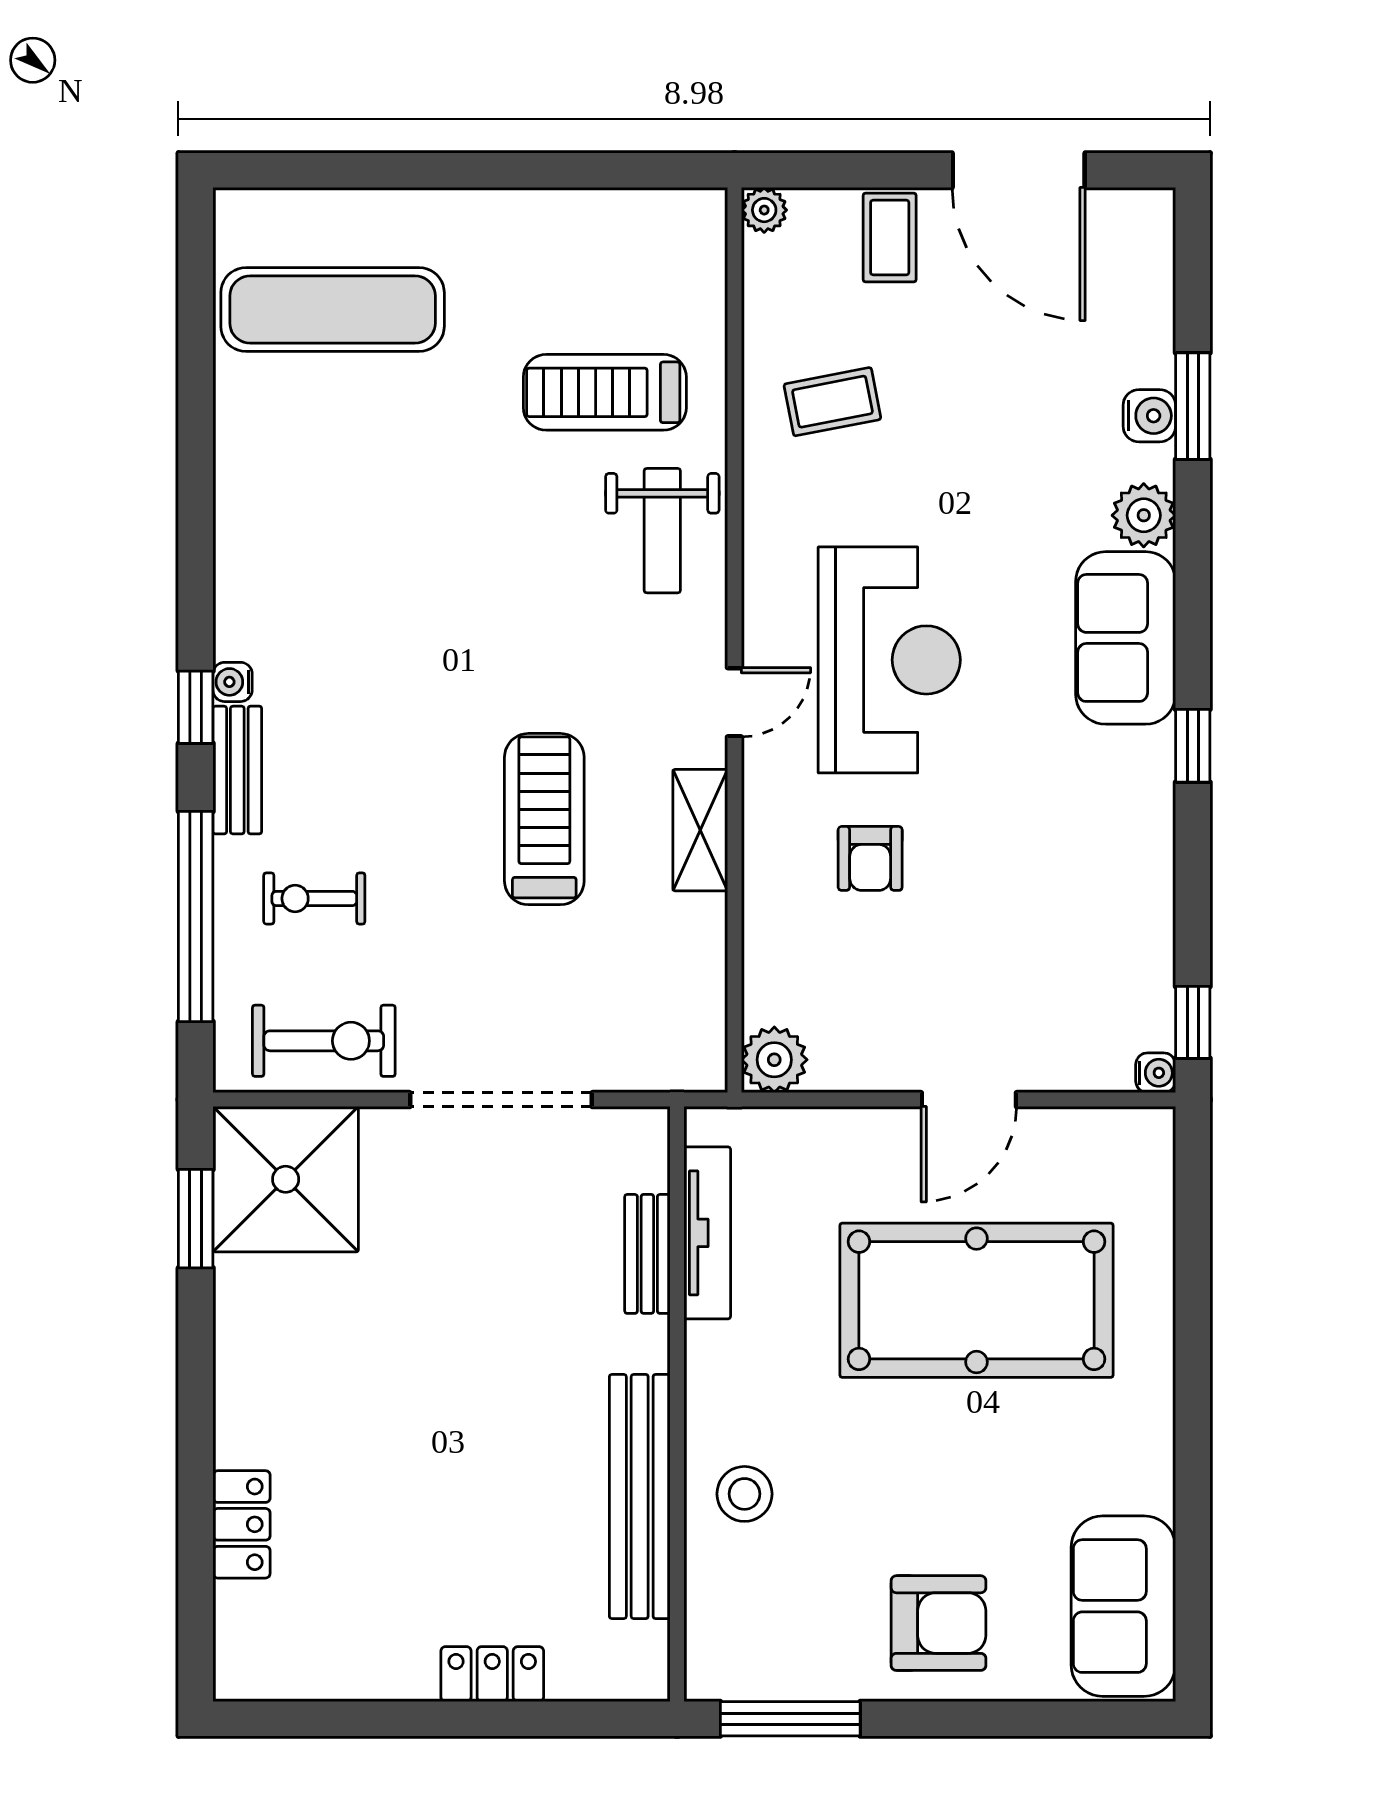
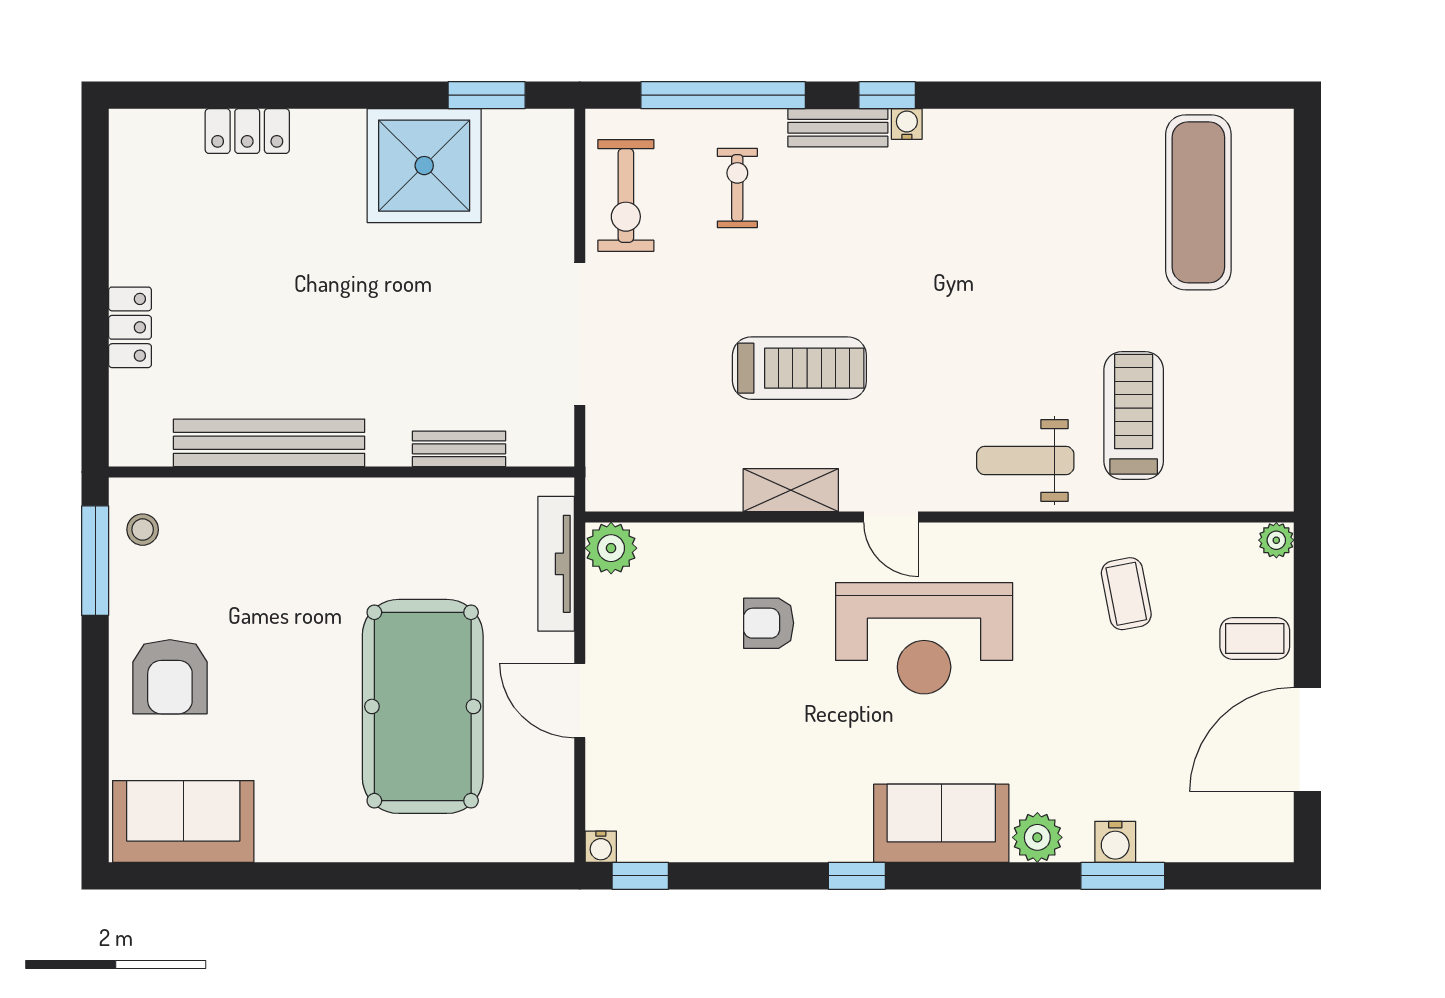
shower: (286, 1179) -> (424, 166), moved
tv unit: (707, 1233) -> (556, 564), moved, turned 90
stool: (744, 1494) -> (143, 530), moved, width x0.73, depth x0.73

